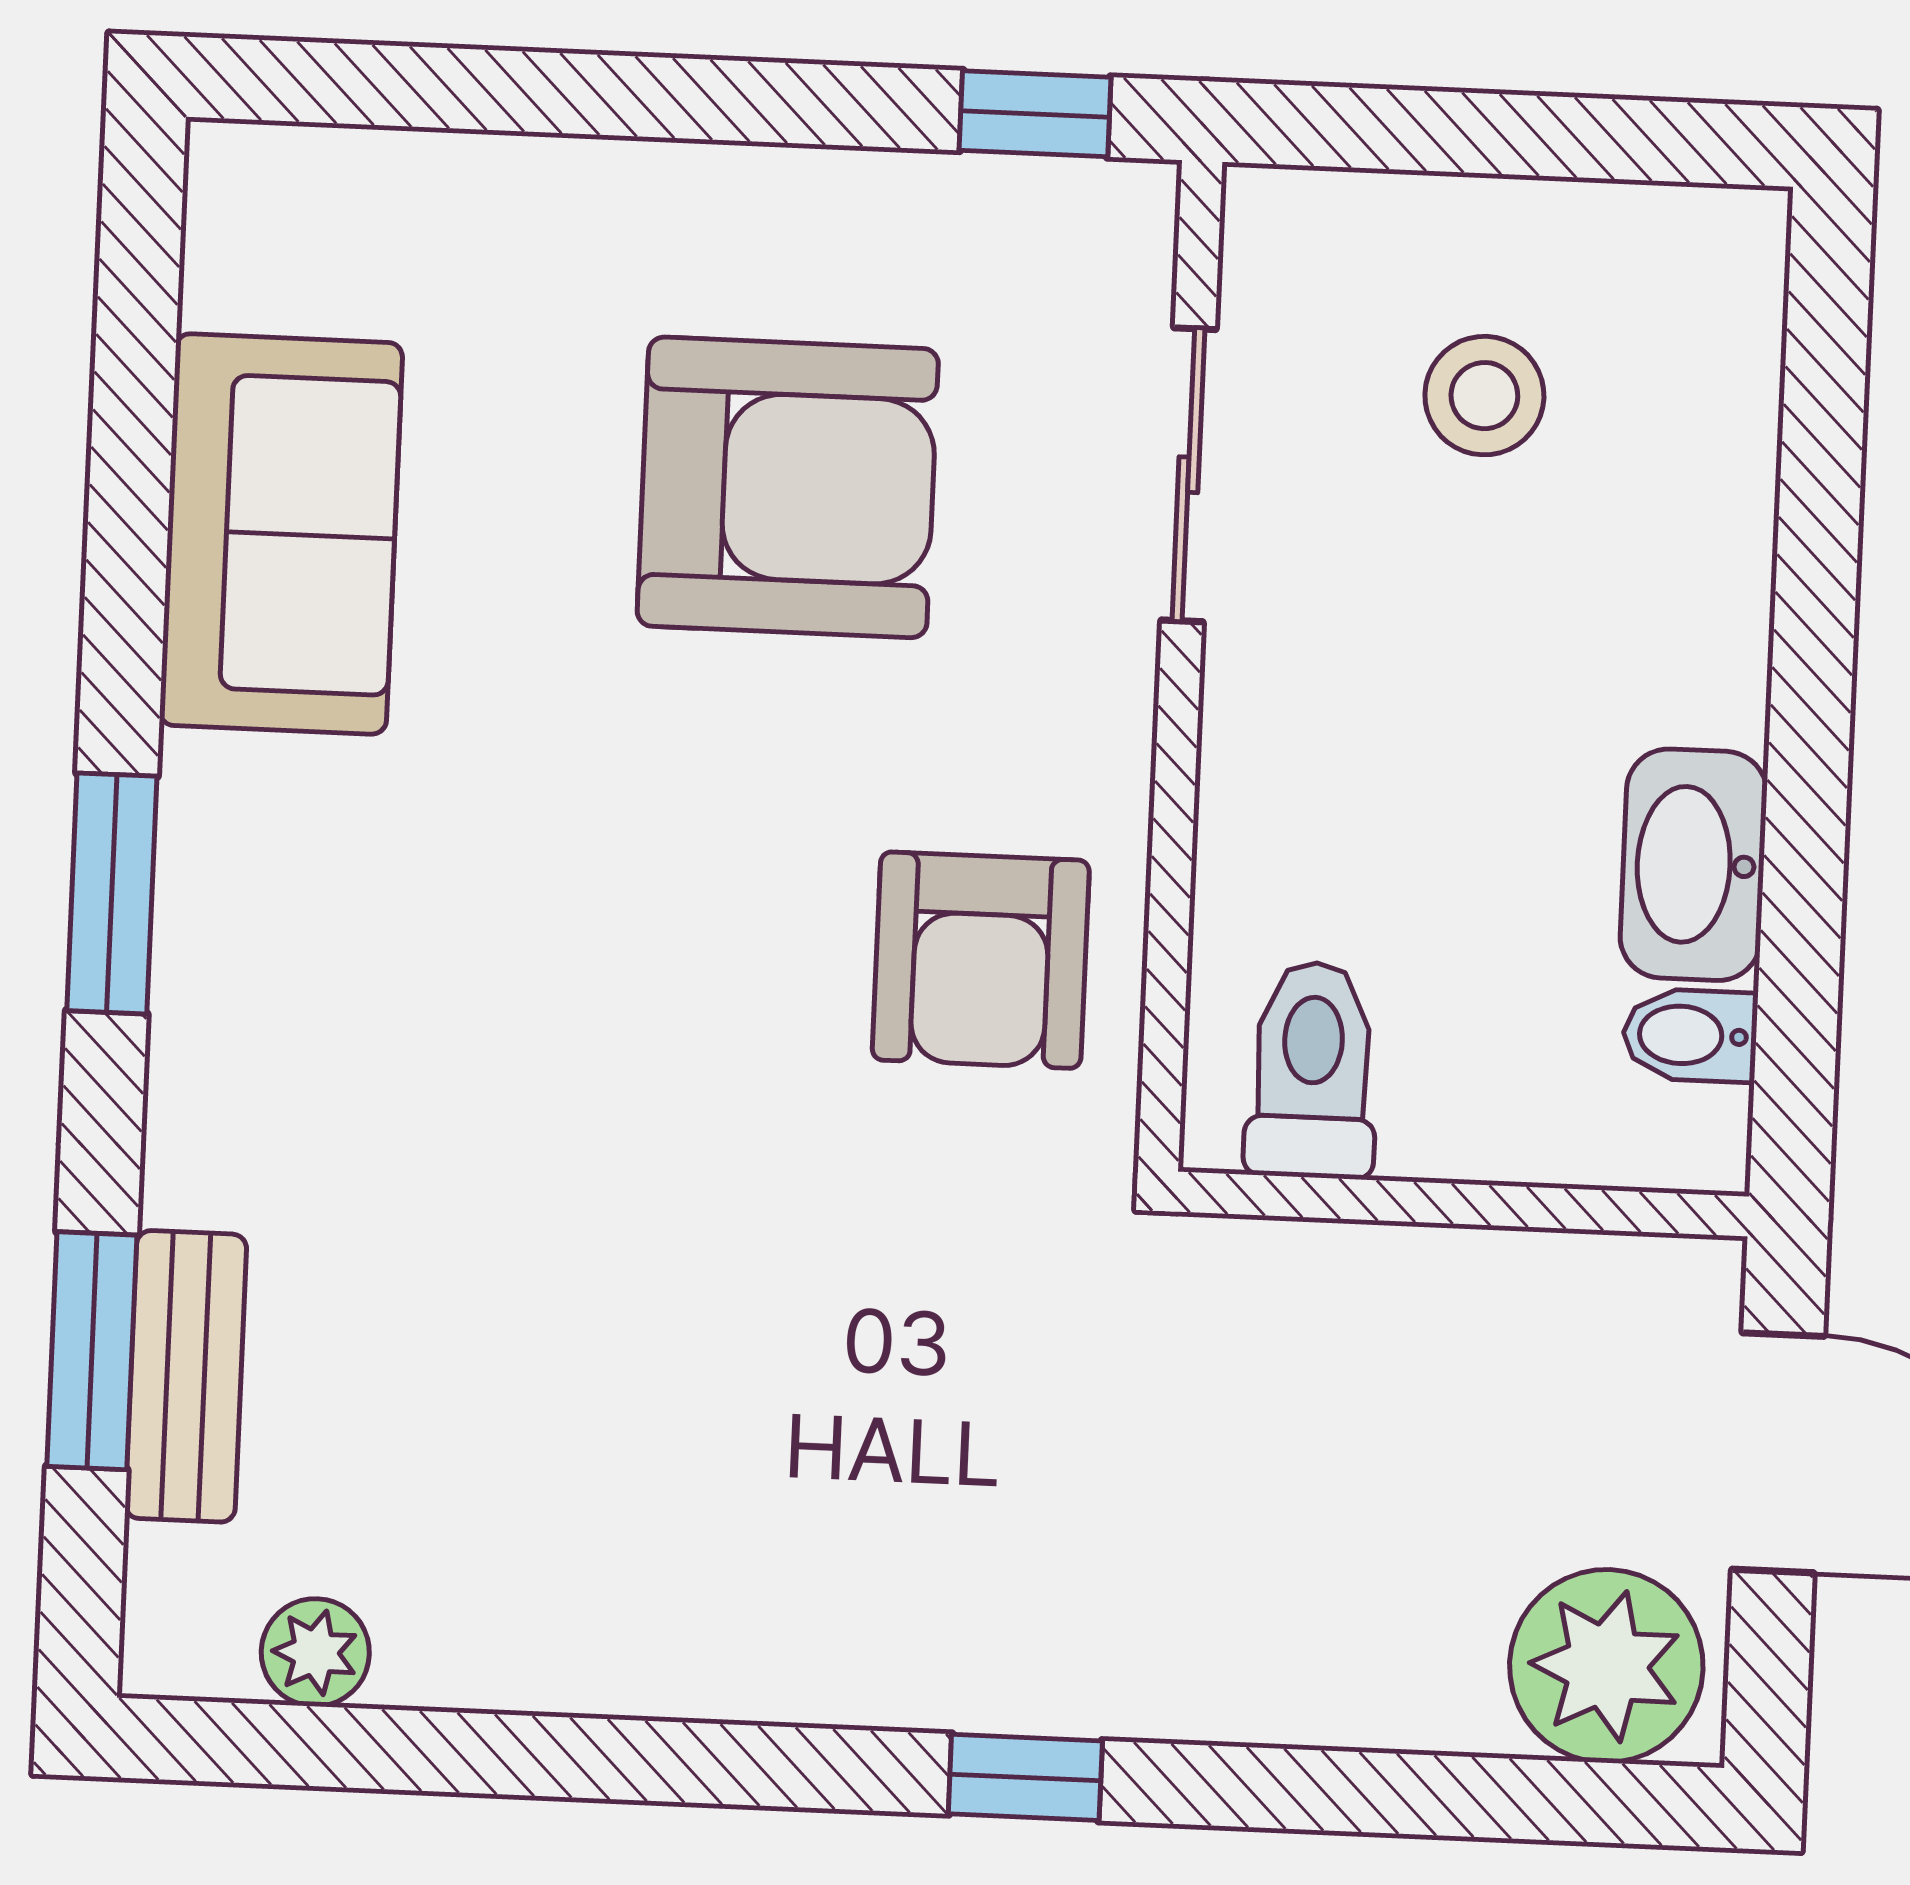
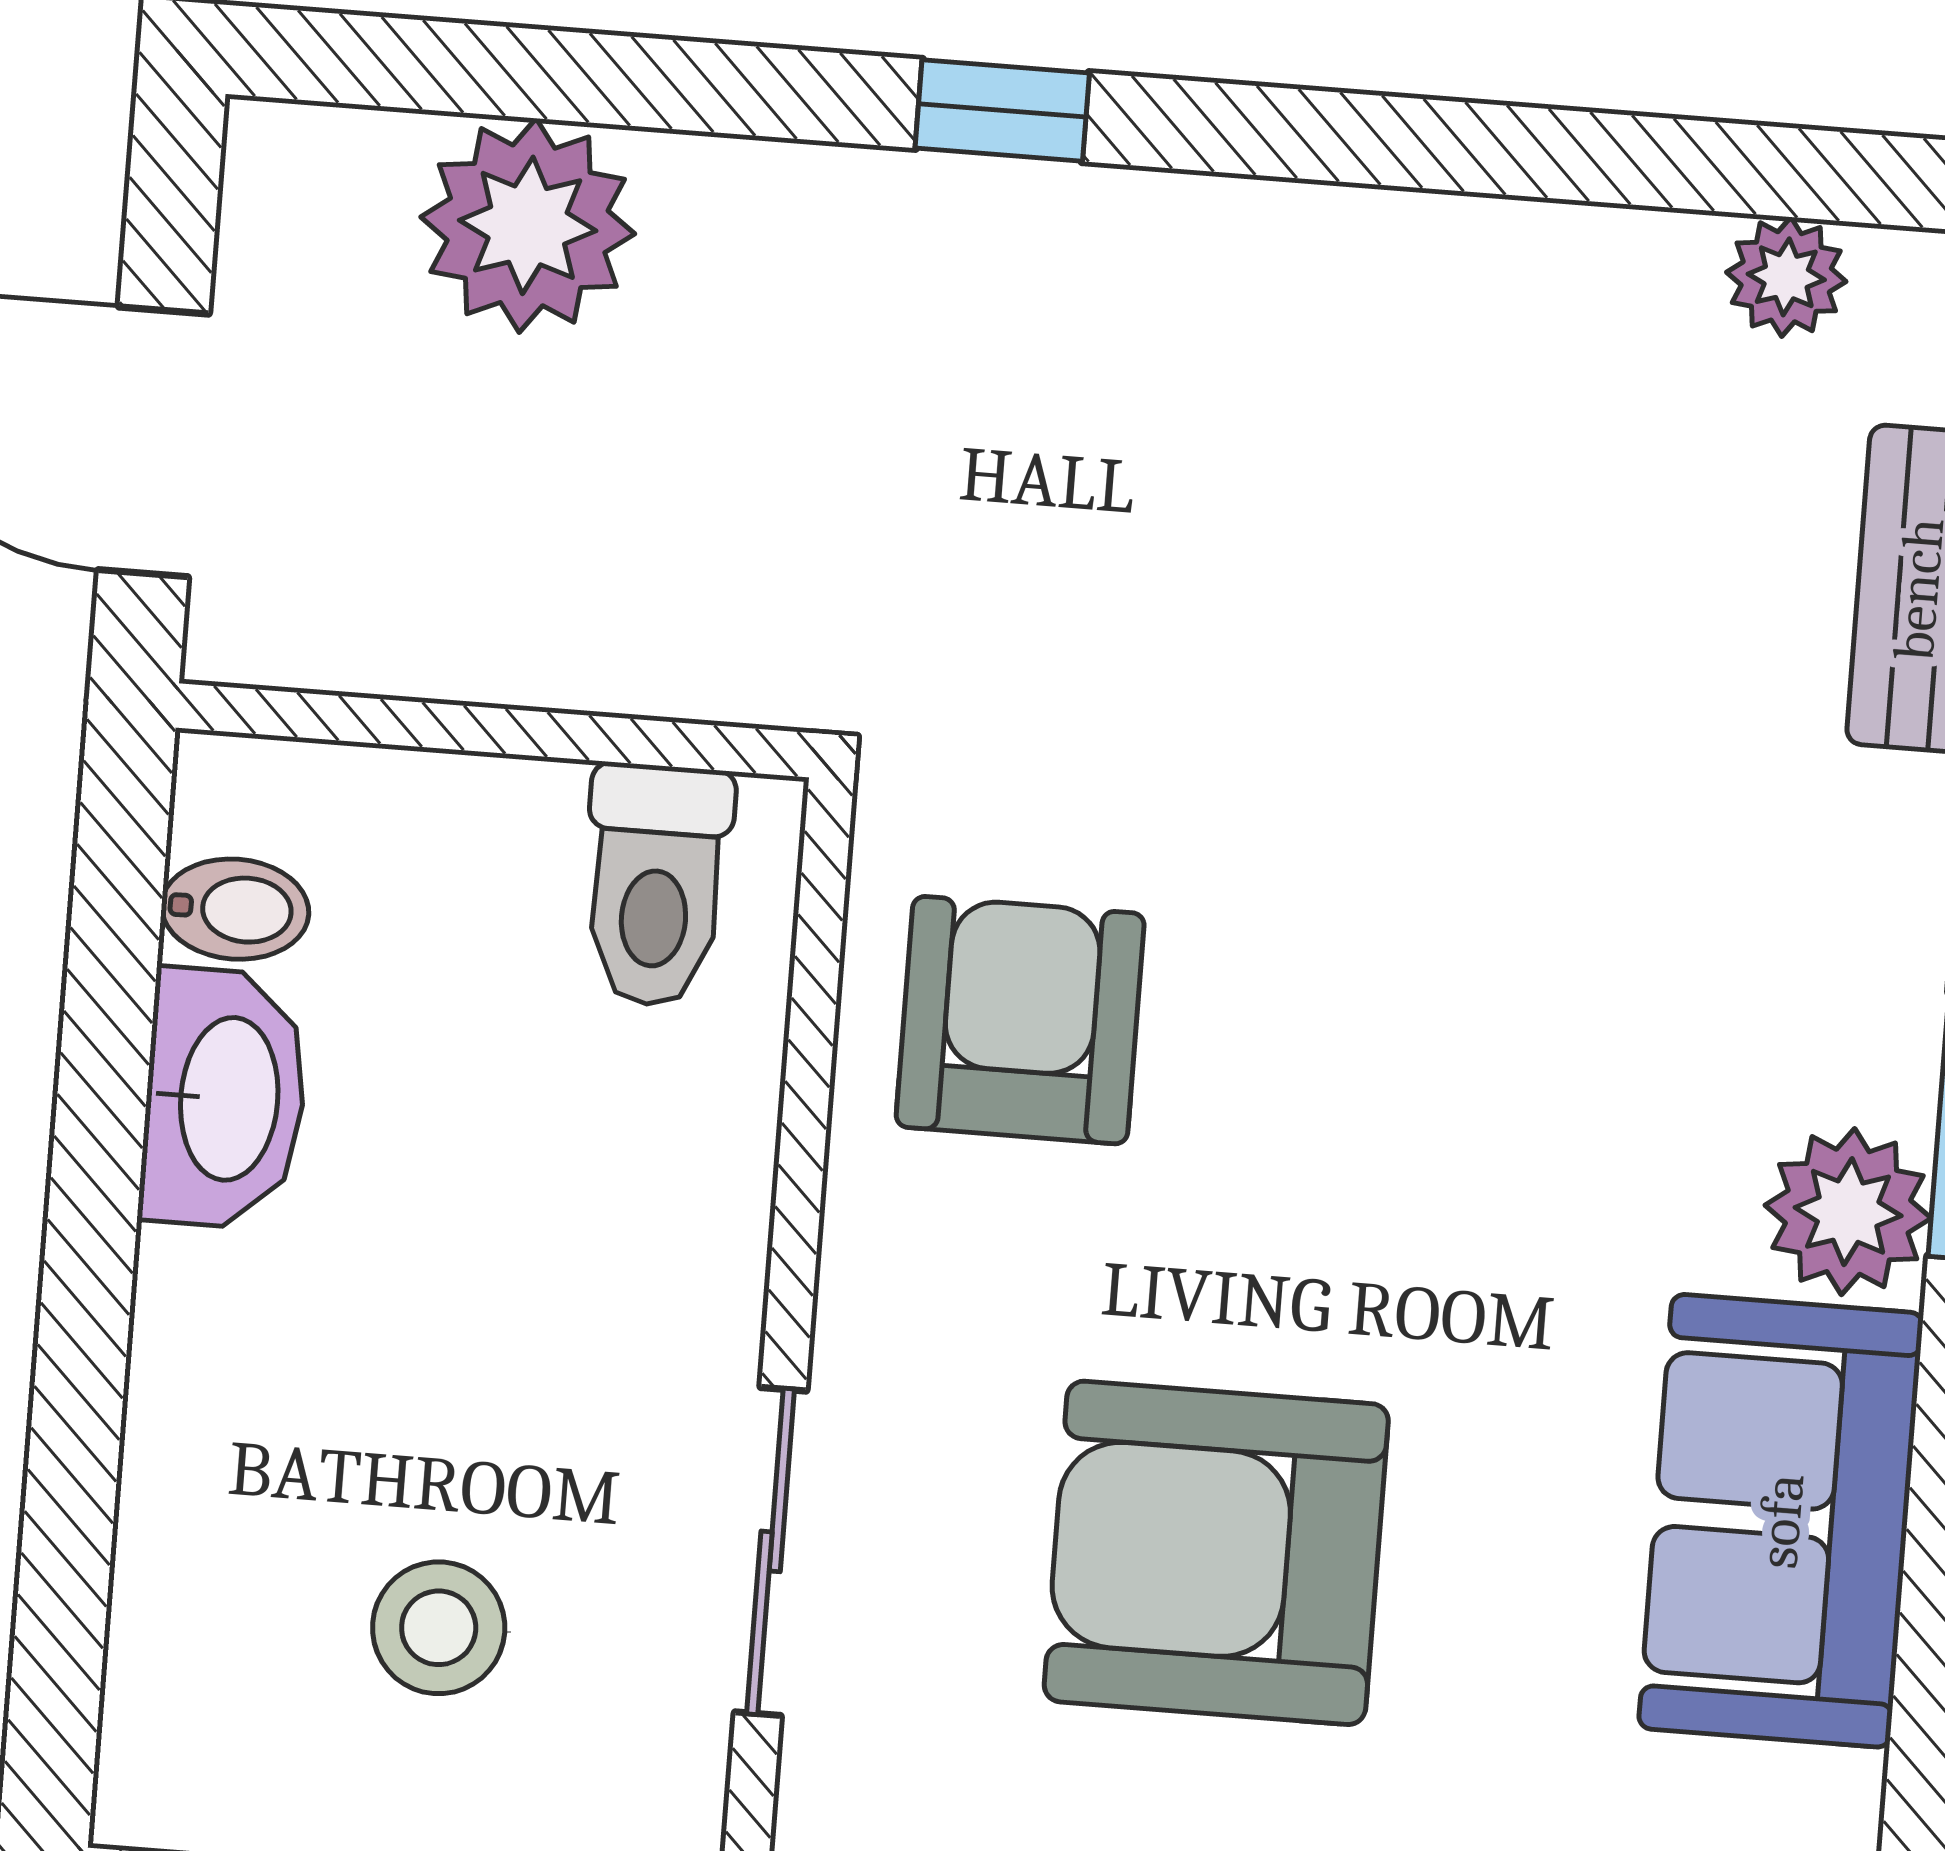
plant: (230, 814) -> (1848, 1212), added
plant: (1606, 1666) -> (528, 225), moved

